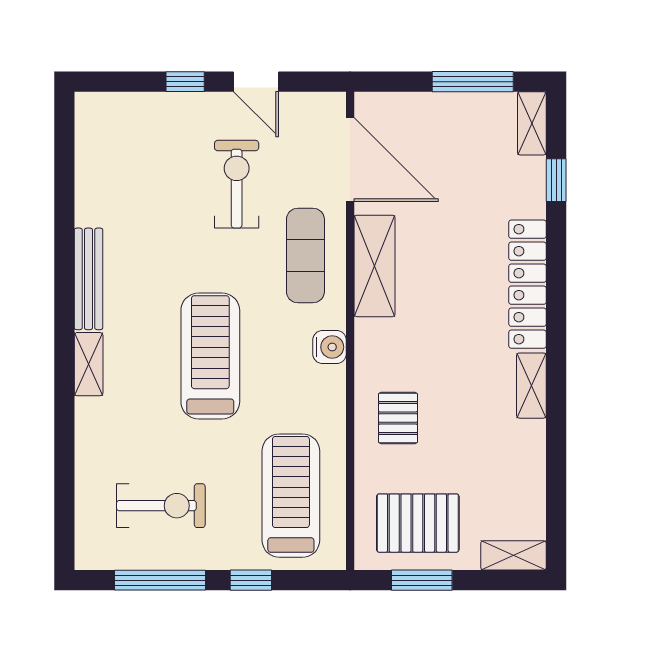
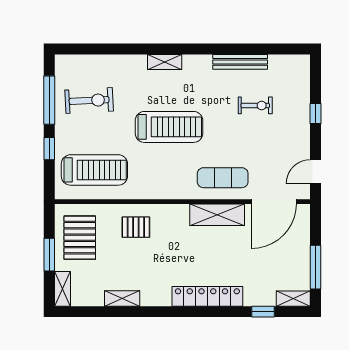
door: (256, 82) -> (316, 172), moved
exercise bike: (237, 184) -> (255, 105), moved, width x0.73, depth x0.72
bench: (89, 279) -> (240, 62), moved
water cooler: (330, 347) -> (174, 191), removed
shelving: (531, 386) -> (122, 298), moved
exercise bike: (161, 506) -> (89, 101), turned -93
window: (422, 580) -> (49, 255), moved

